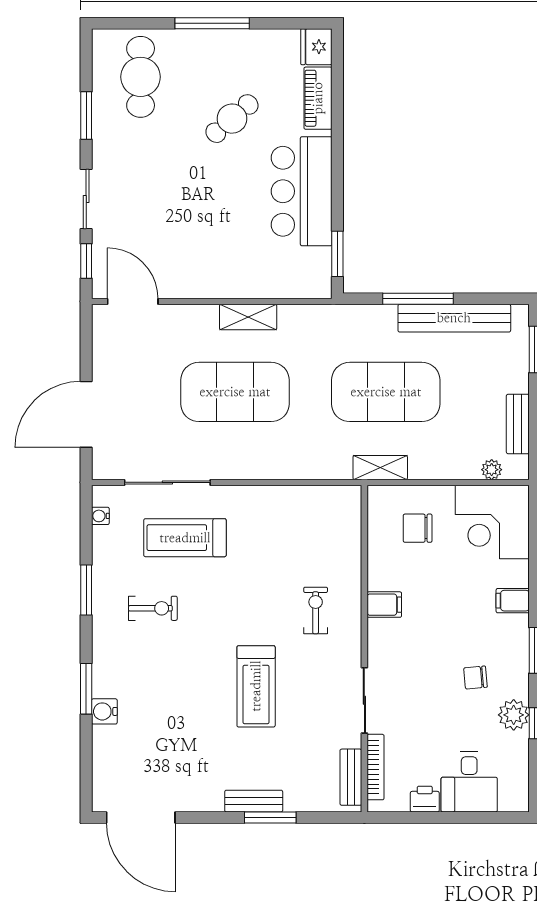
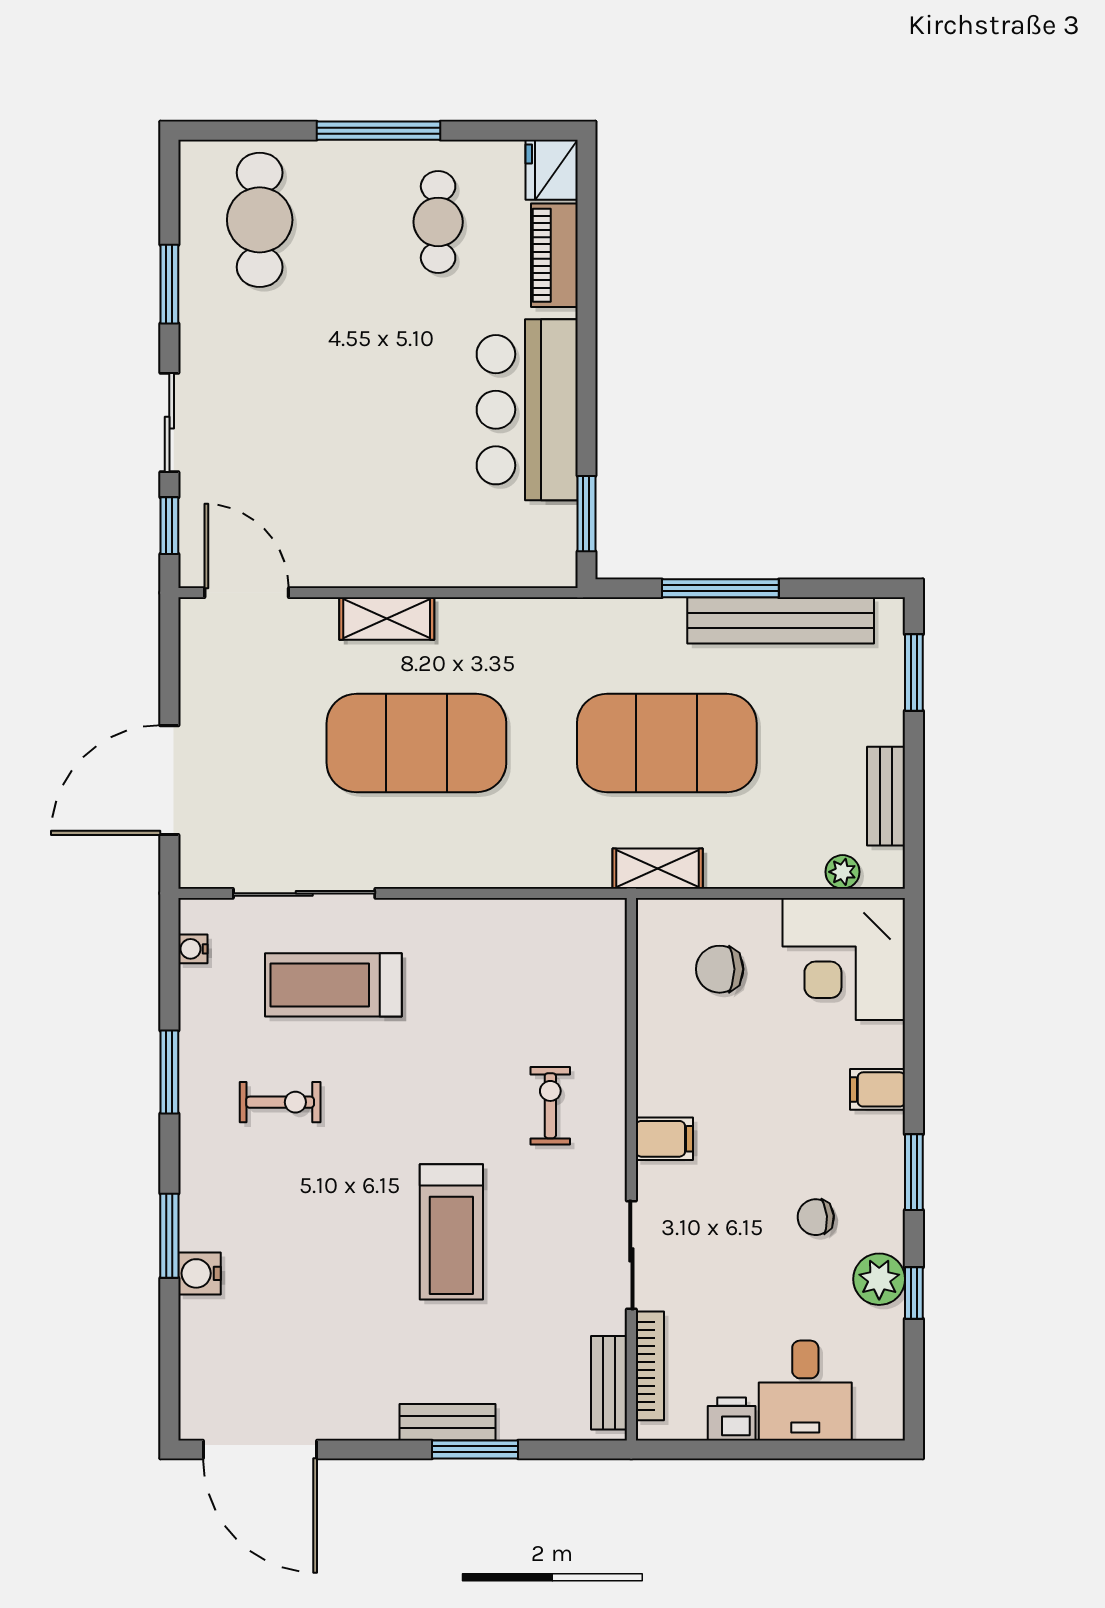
cafe table: (232, 119) -> (438, 222), moved, turned -49
shelving: (248, 317) -> (387, 619), moved
filing cabinet: (384, 605) -> (664, 1139), moved

